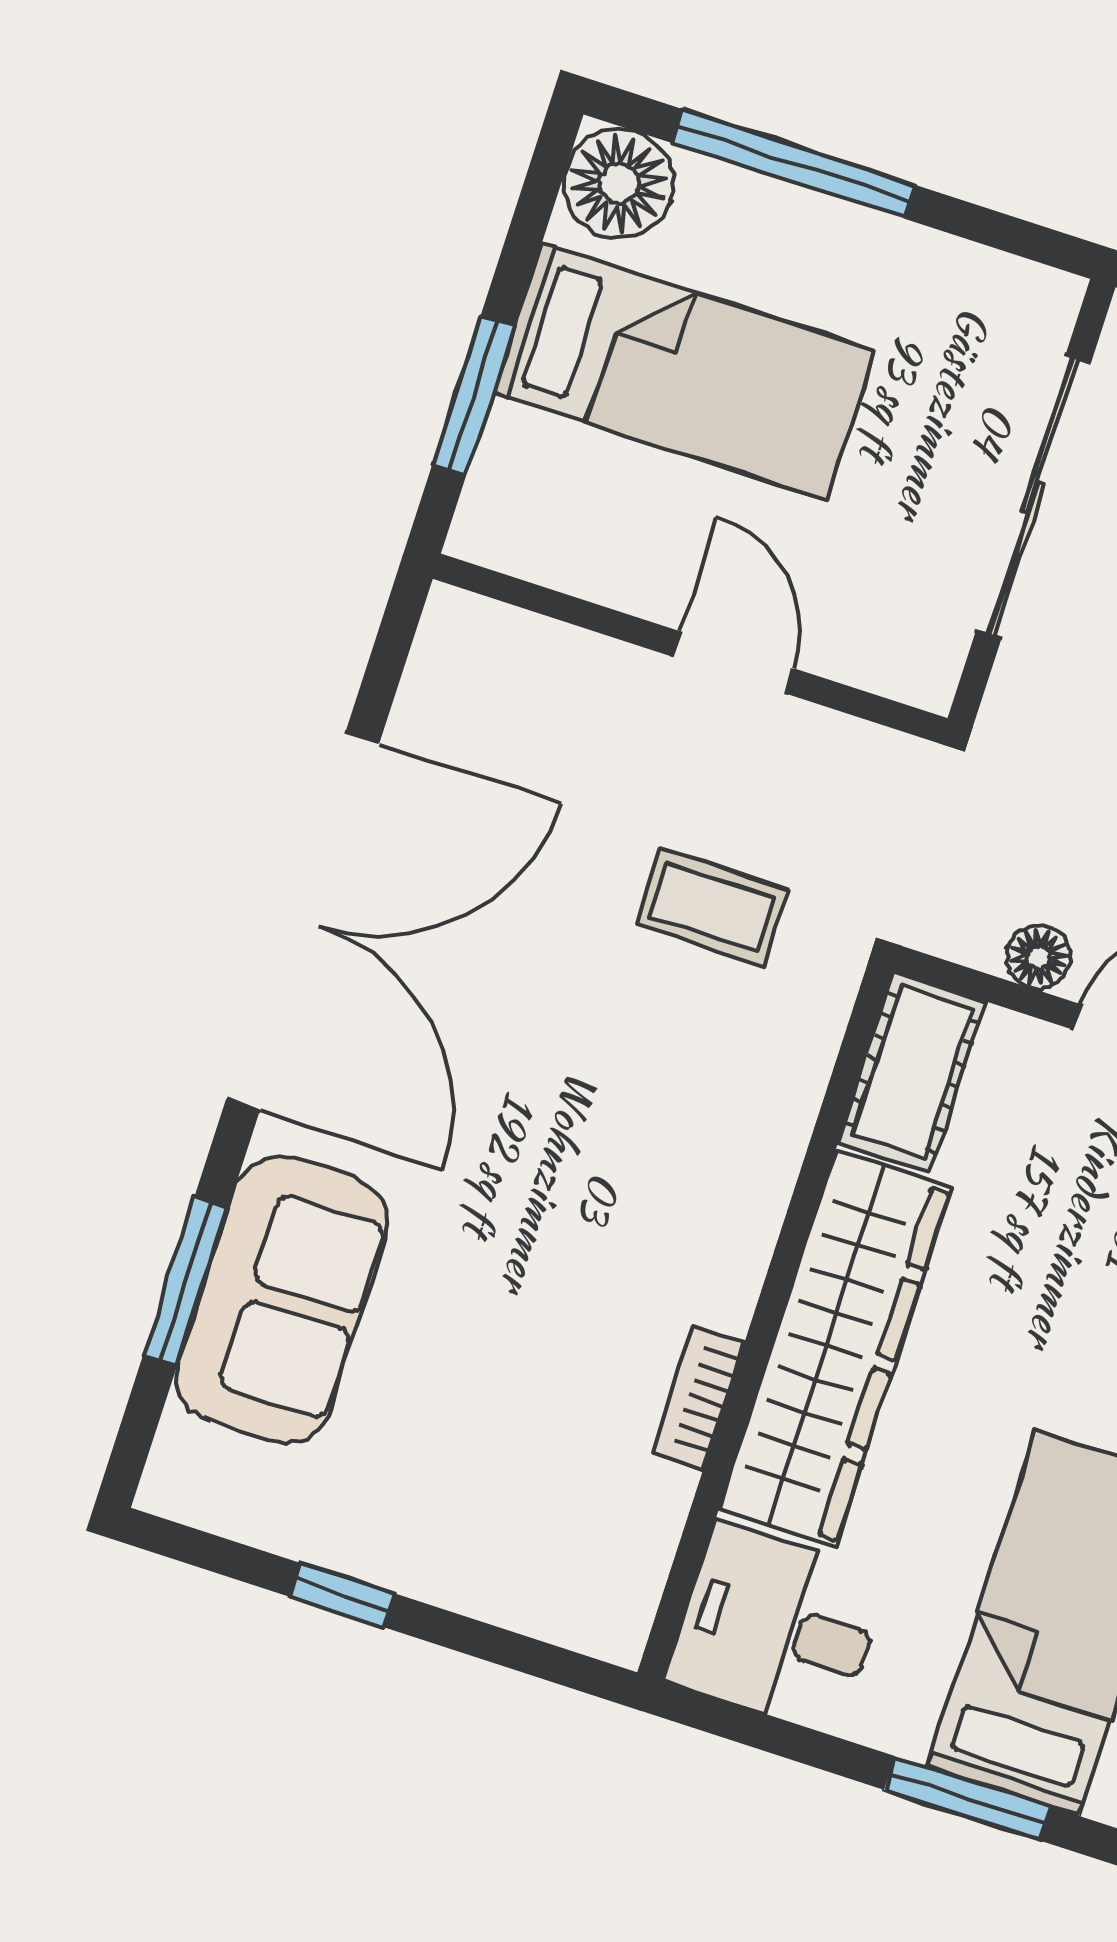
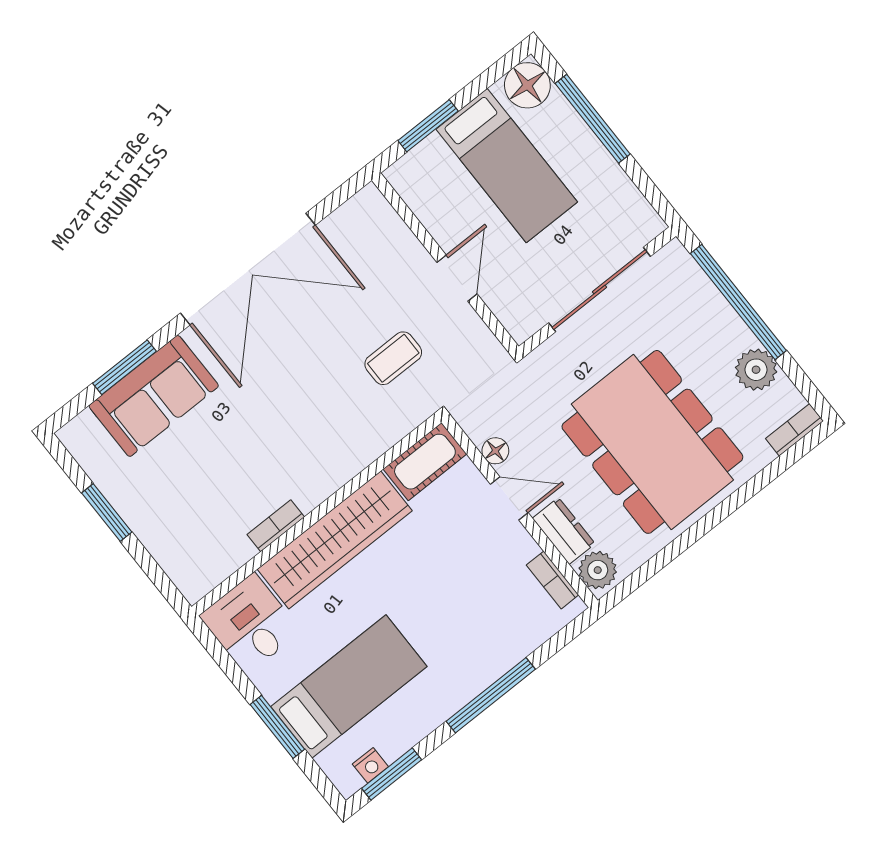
coffee table: (712, 907) -> (393, 358), turned 90
window: (343, 1595) -> (107, 512), width x1.50

